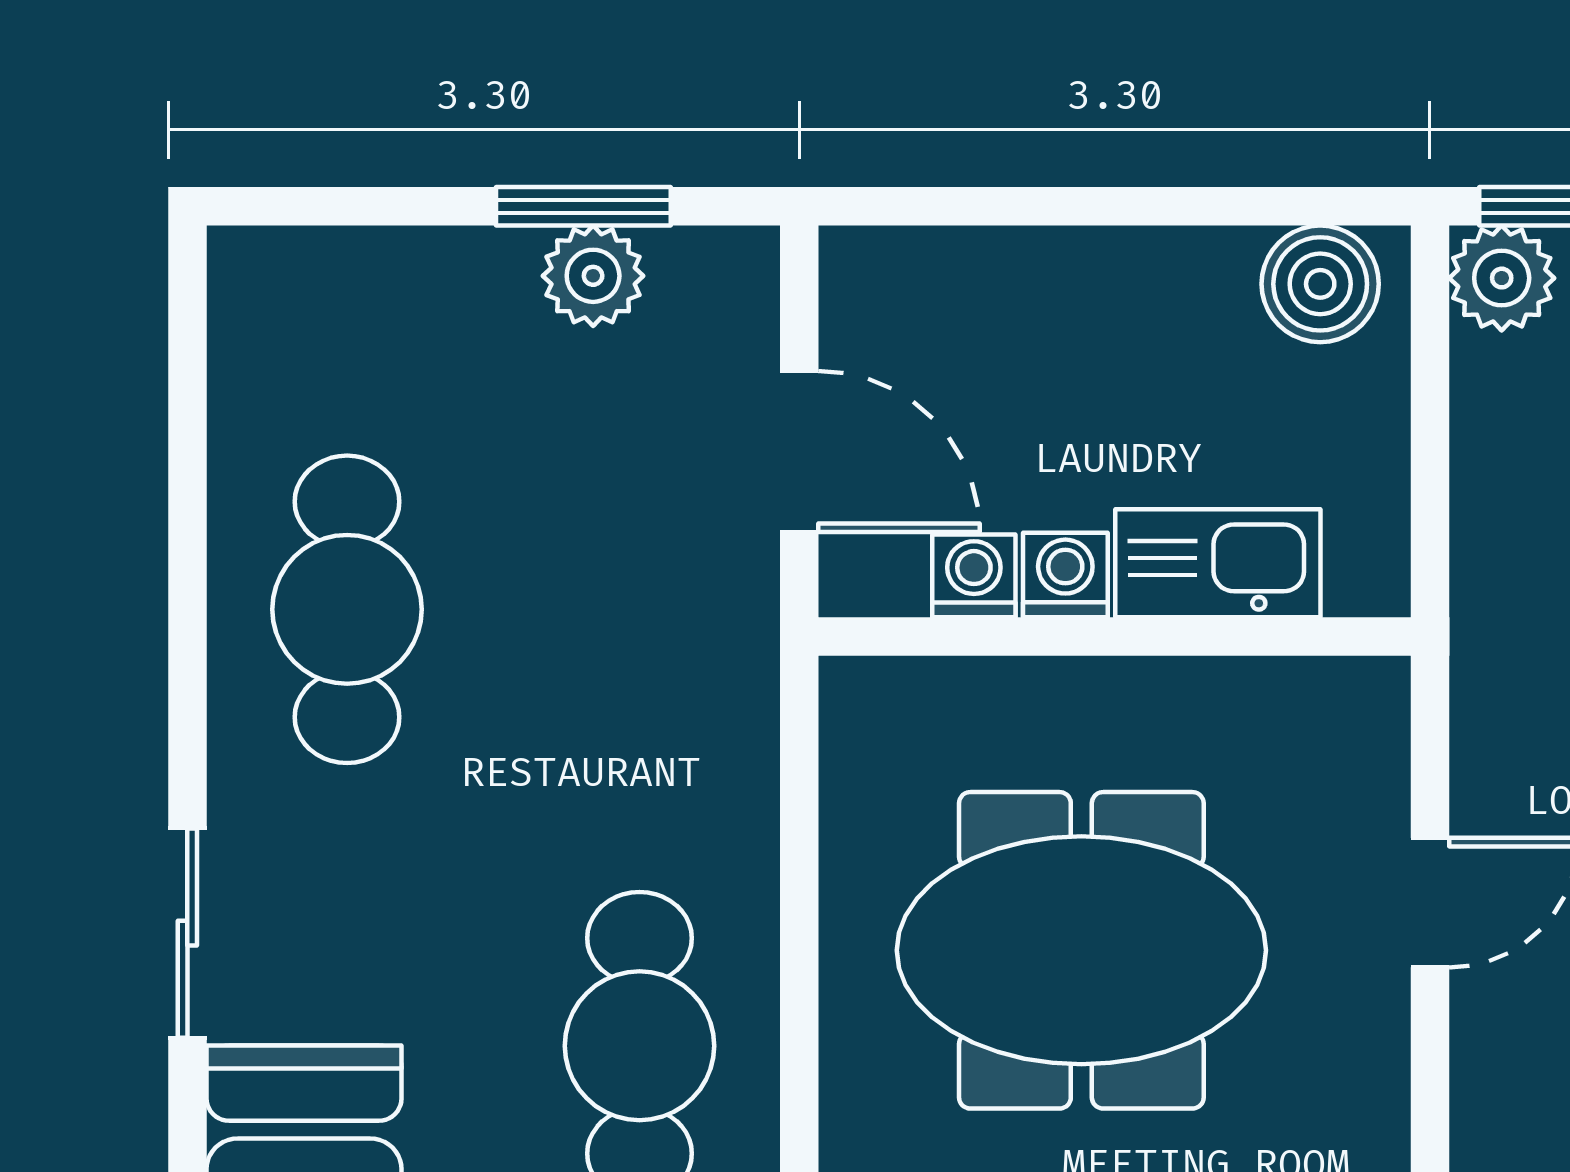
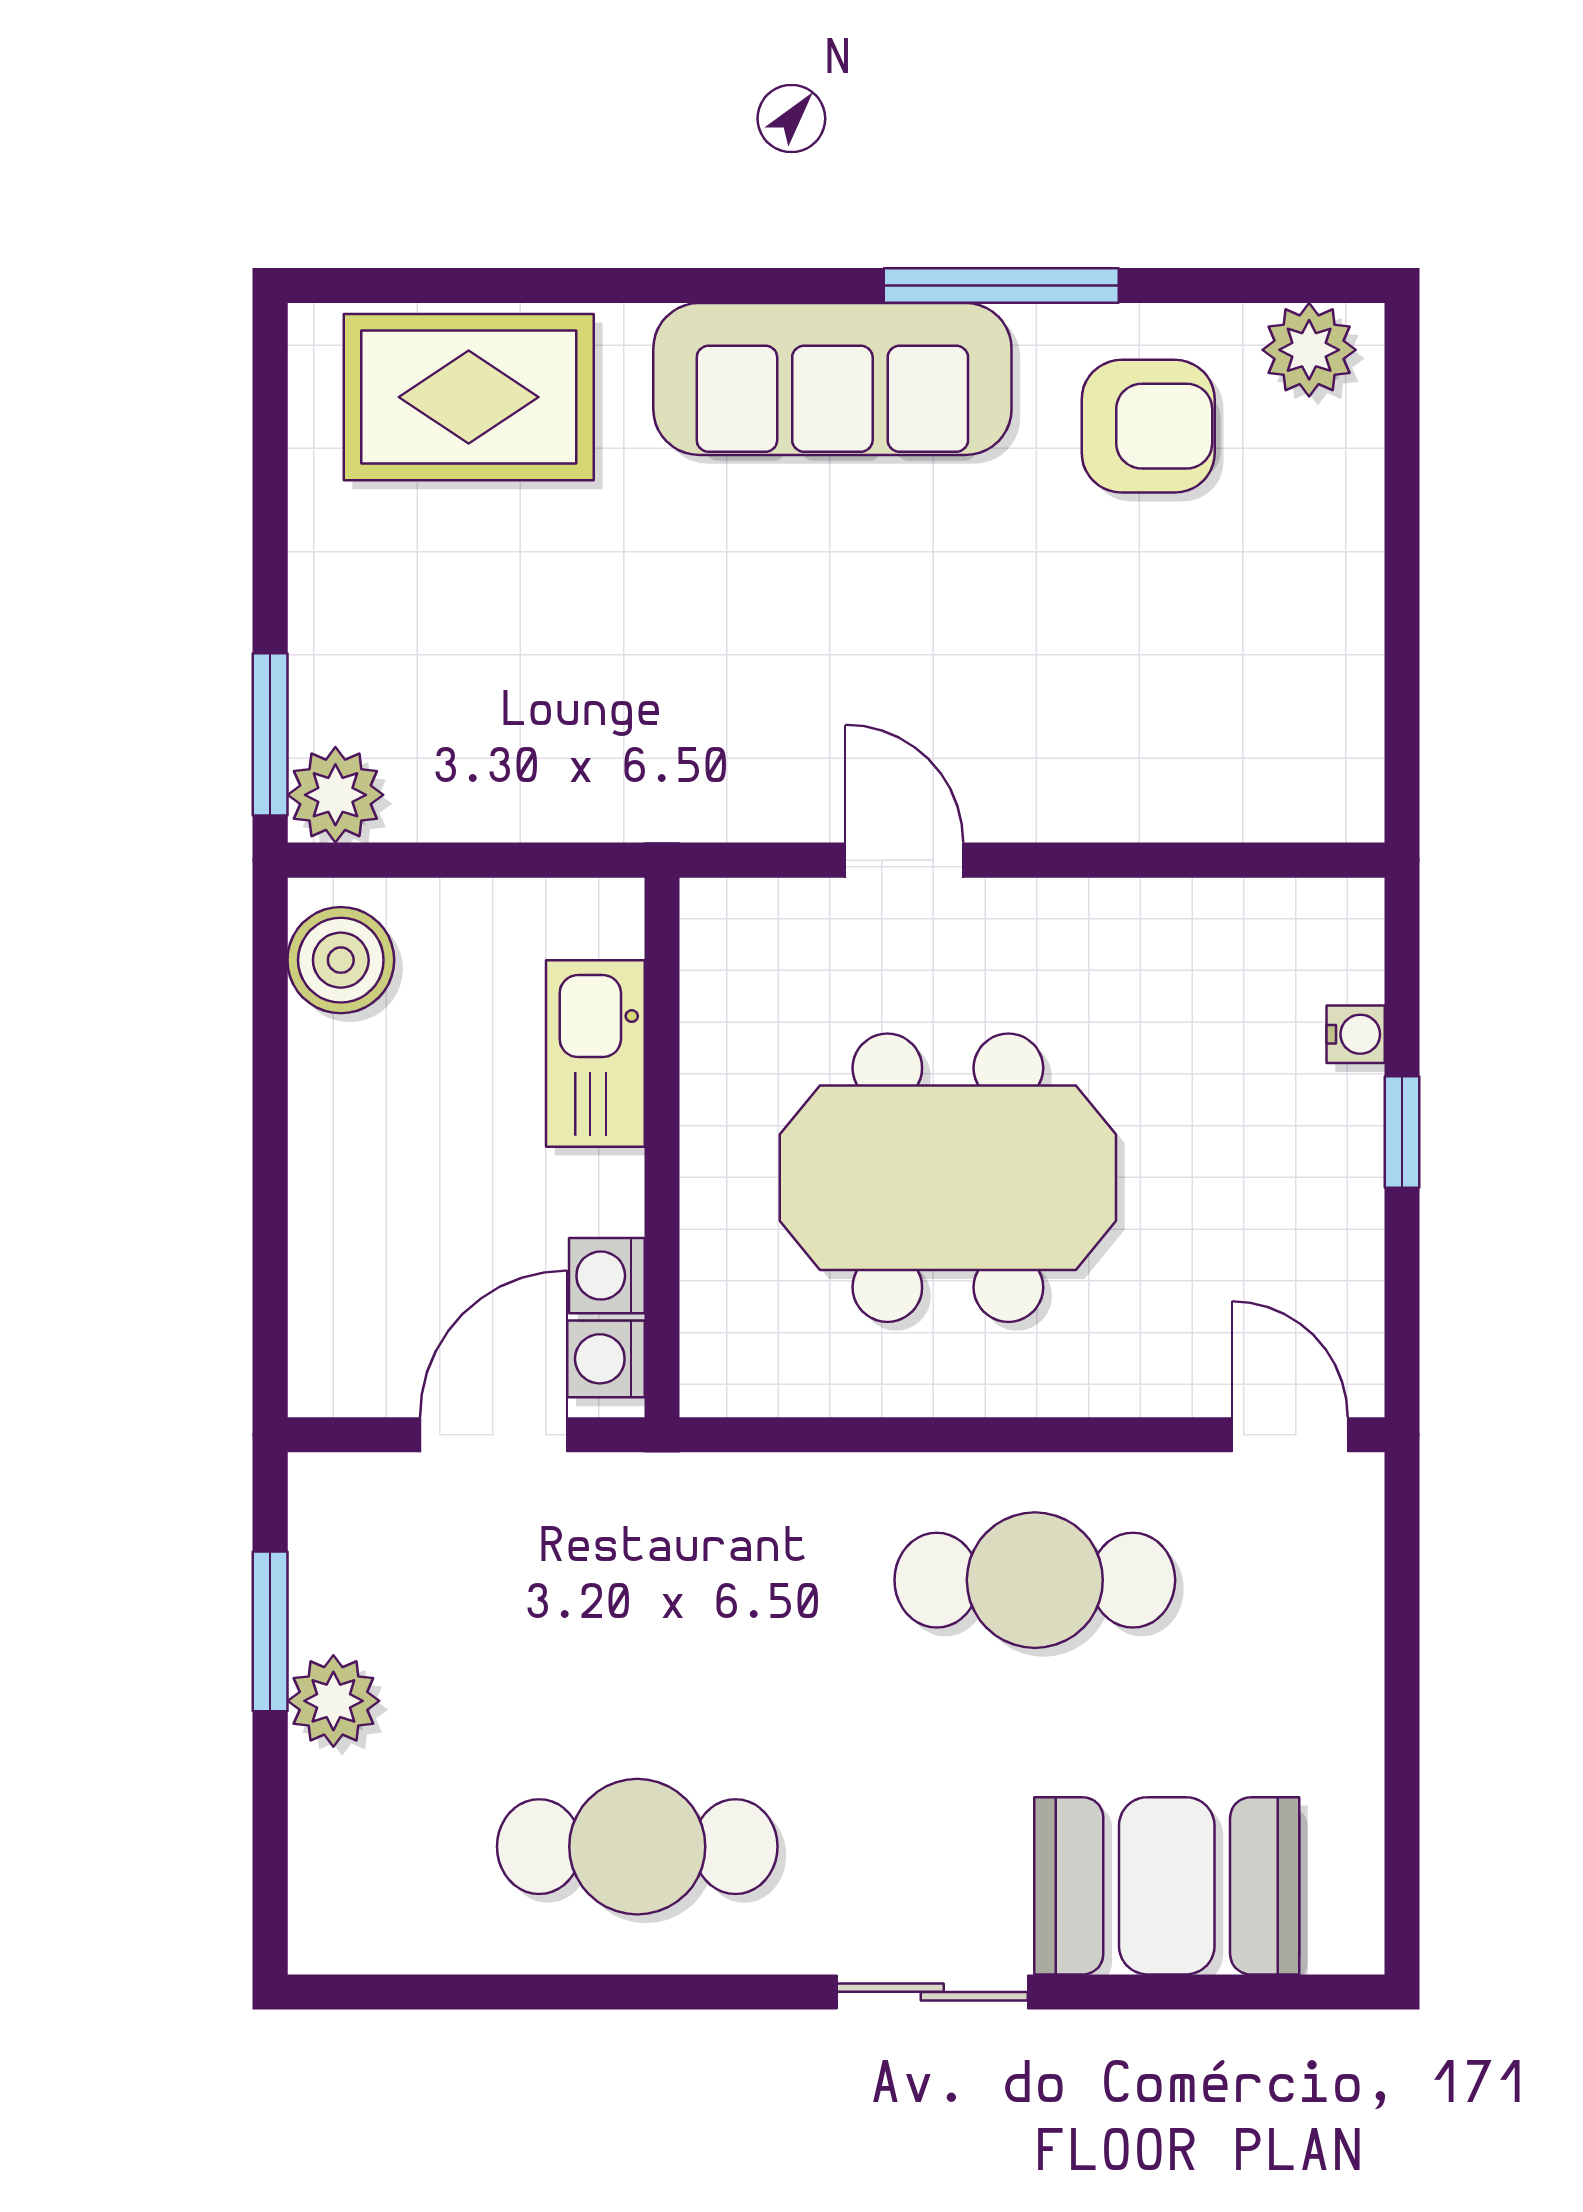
plant: (593, 276) -> (333, 1701), moved
washing machine: (1065, 575) -> (606, 1359), moved
meeting table: (1081, 950) -> (948, 1178), turned 90

